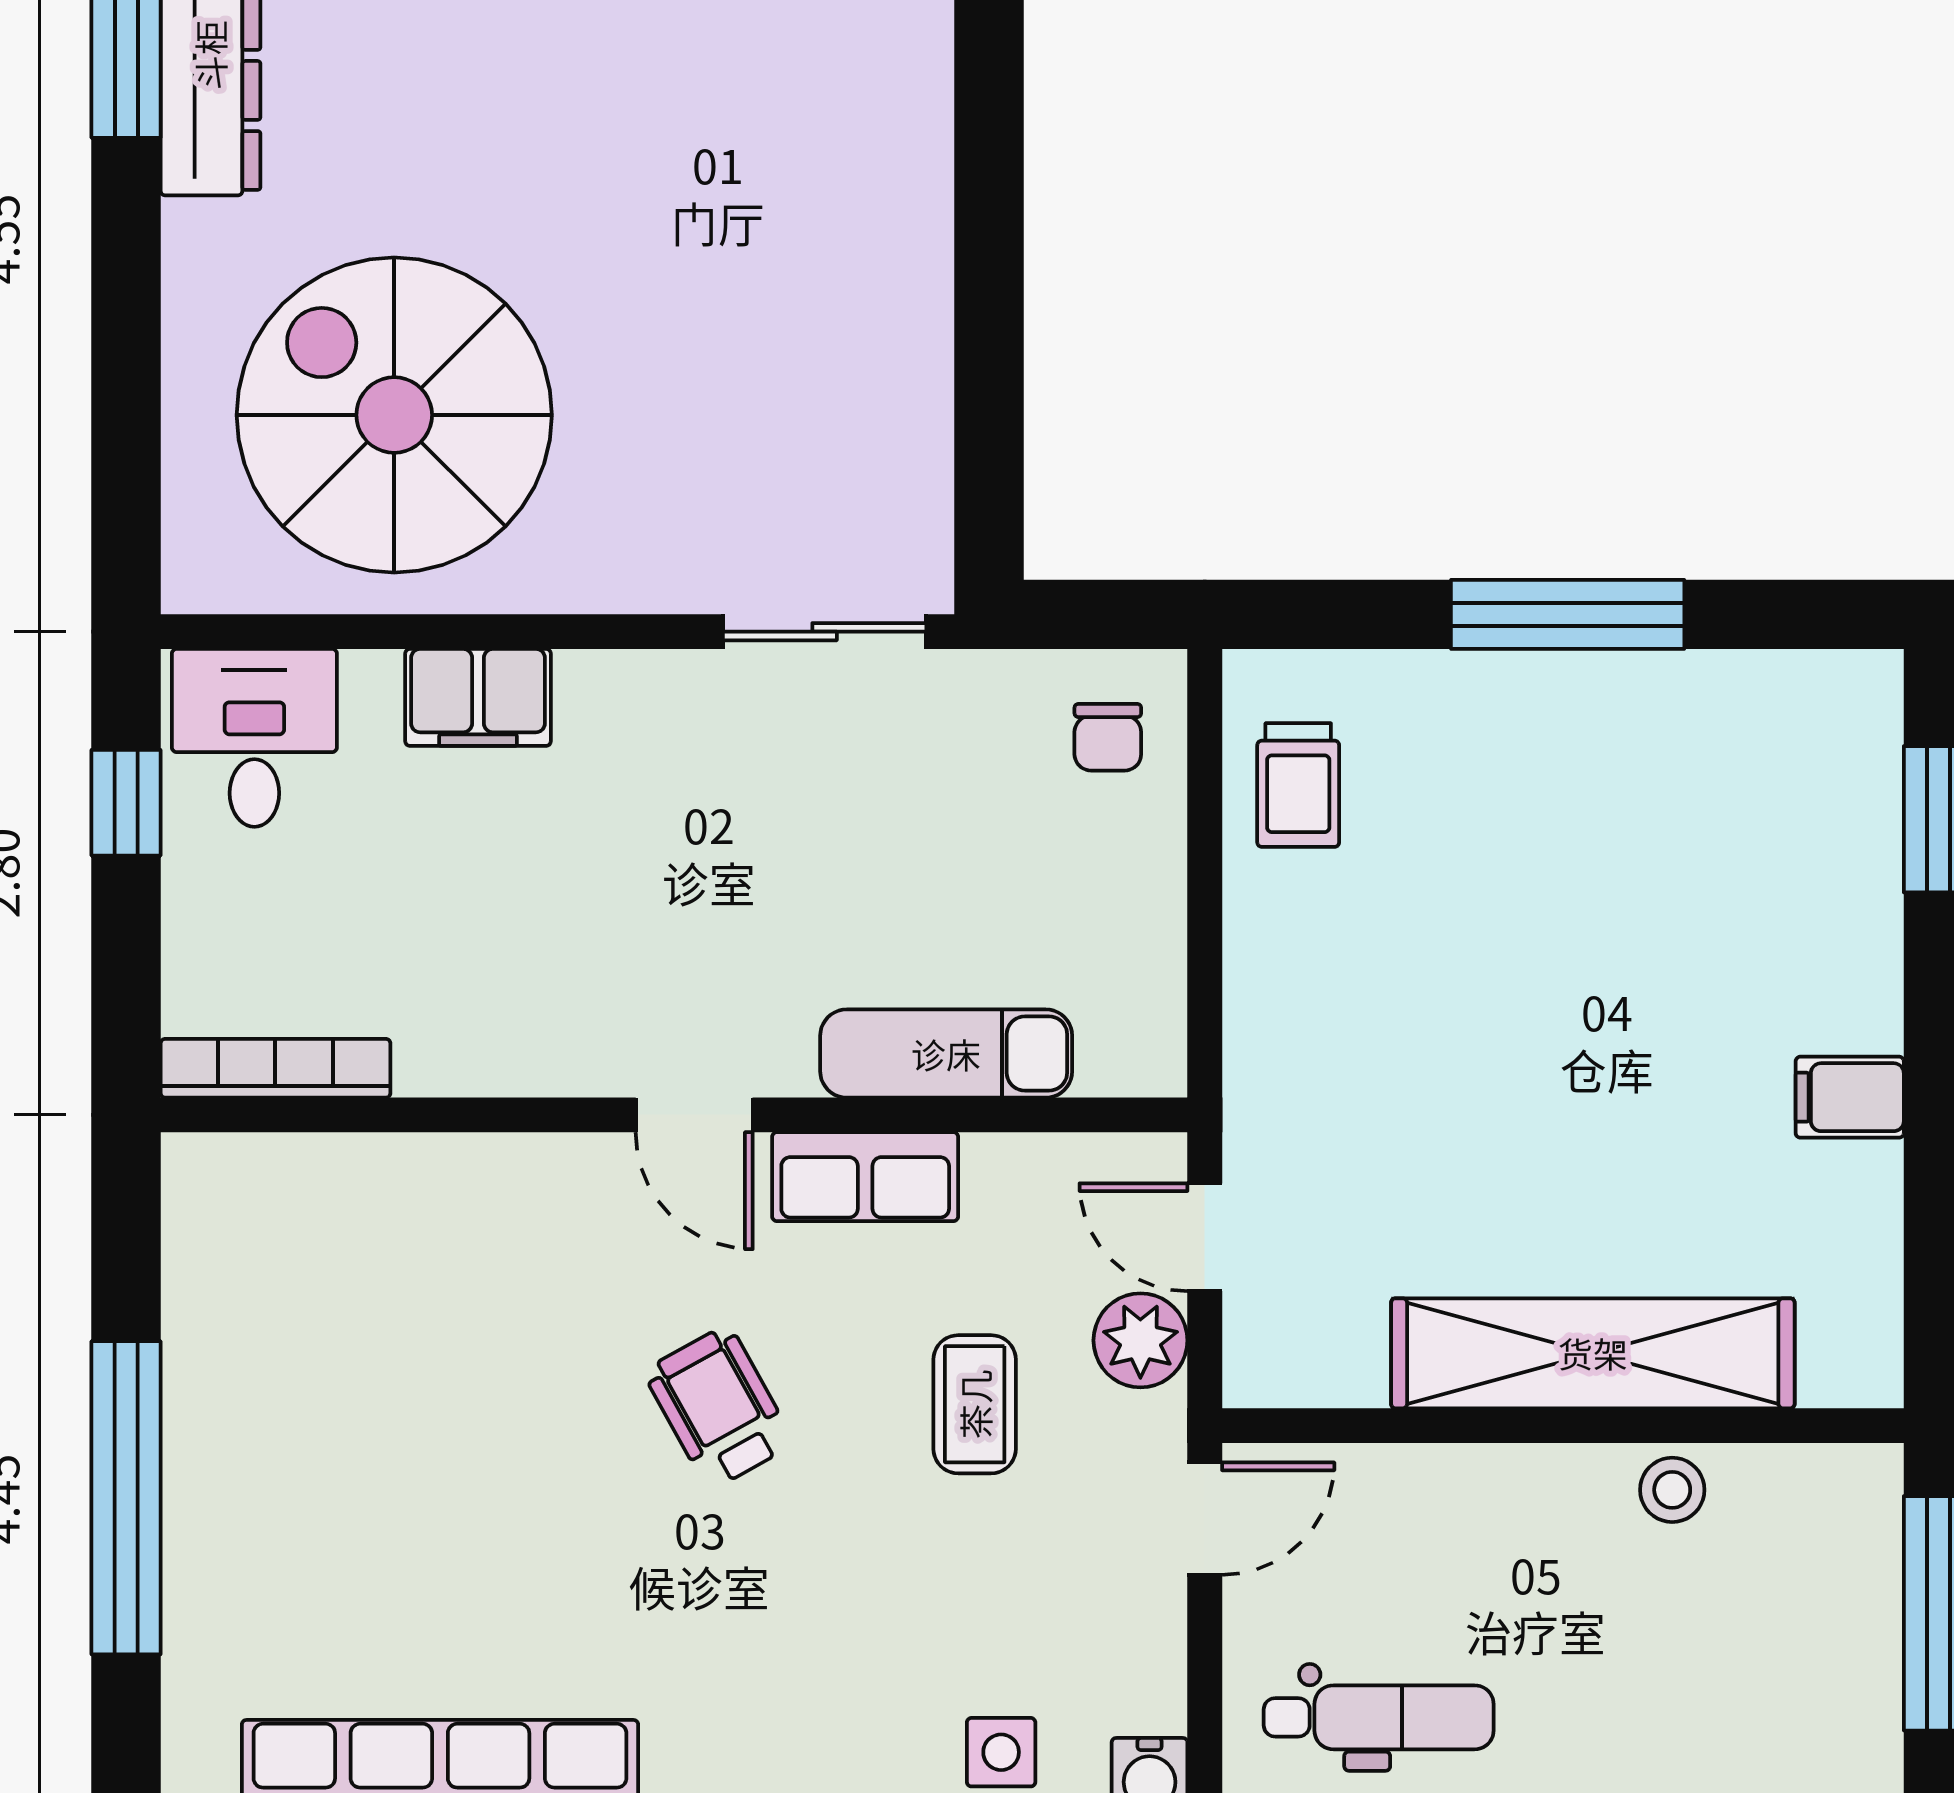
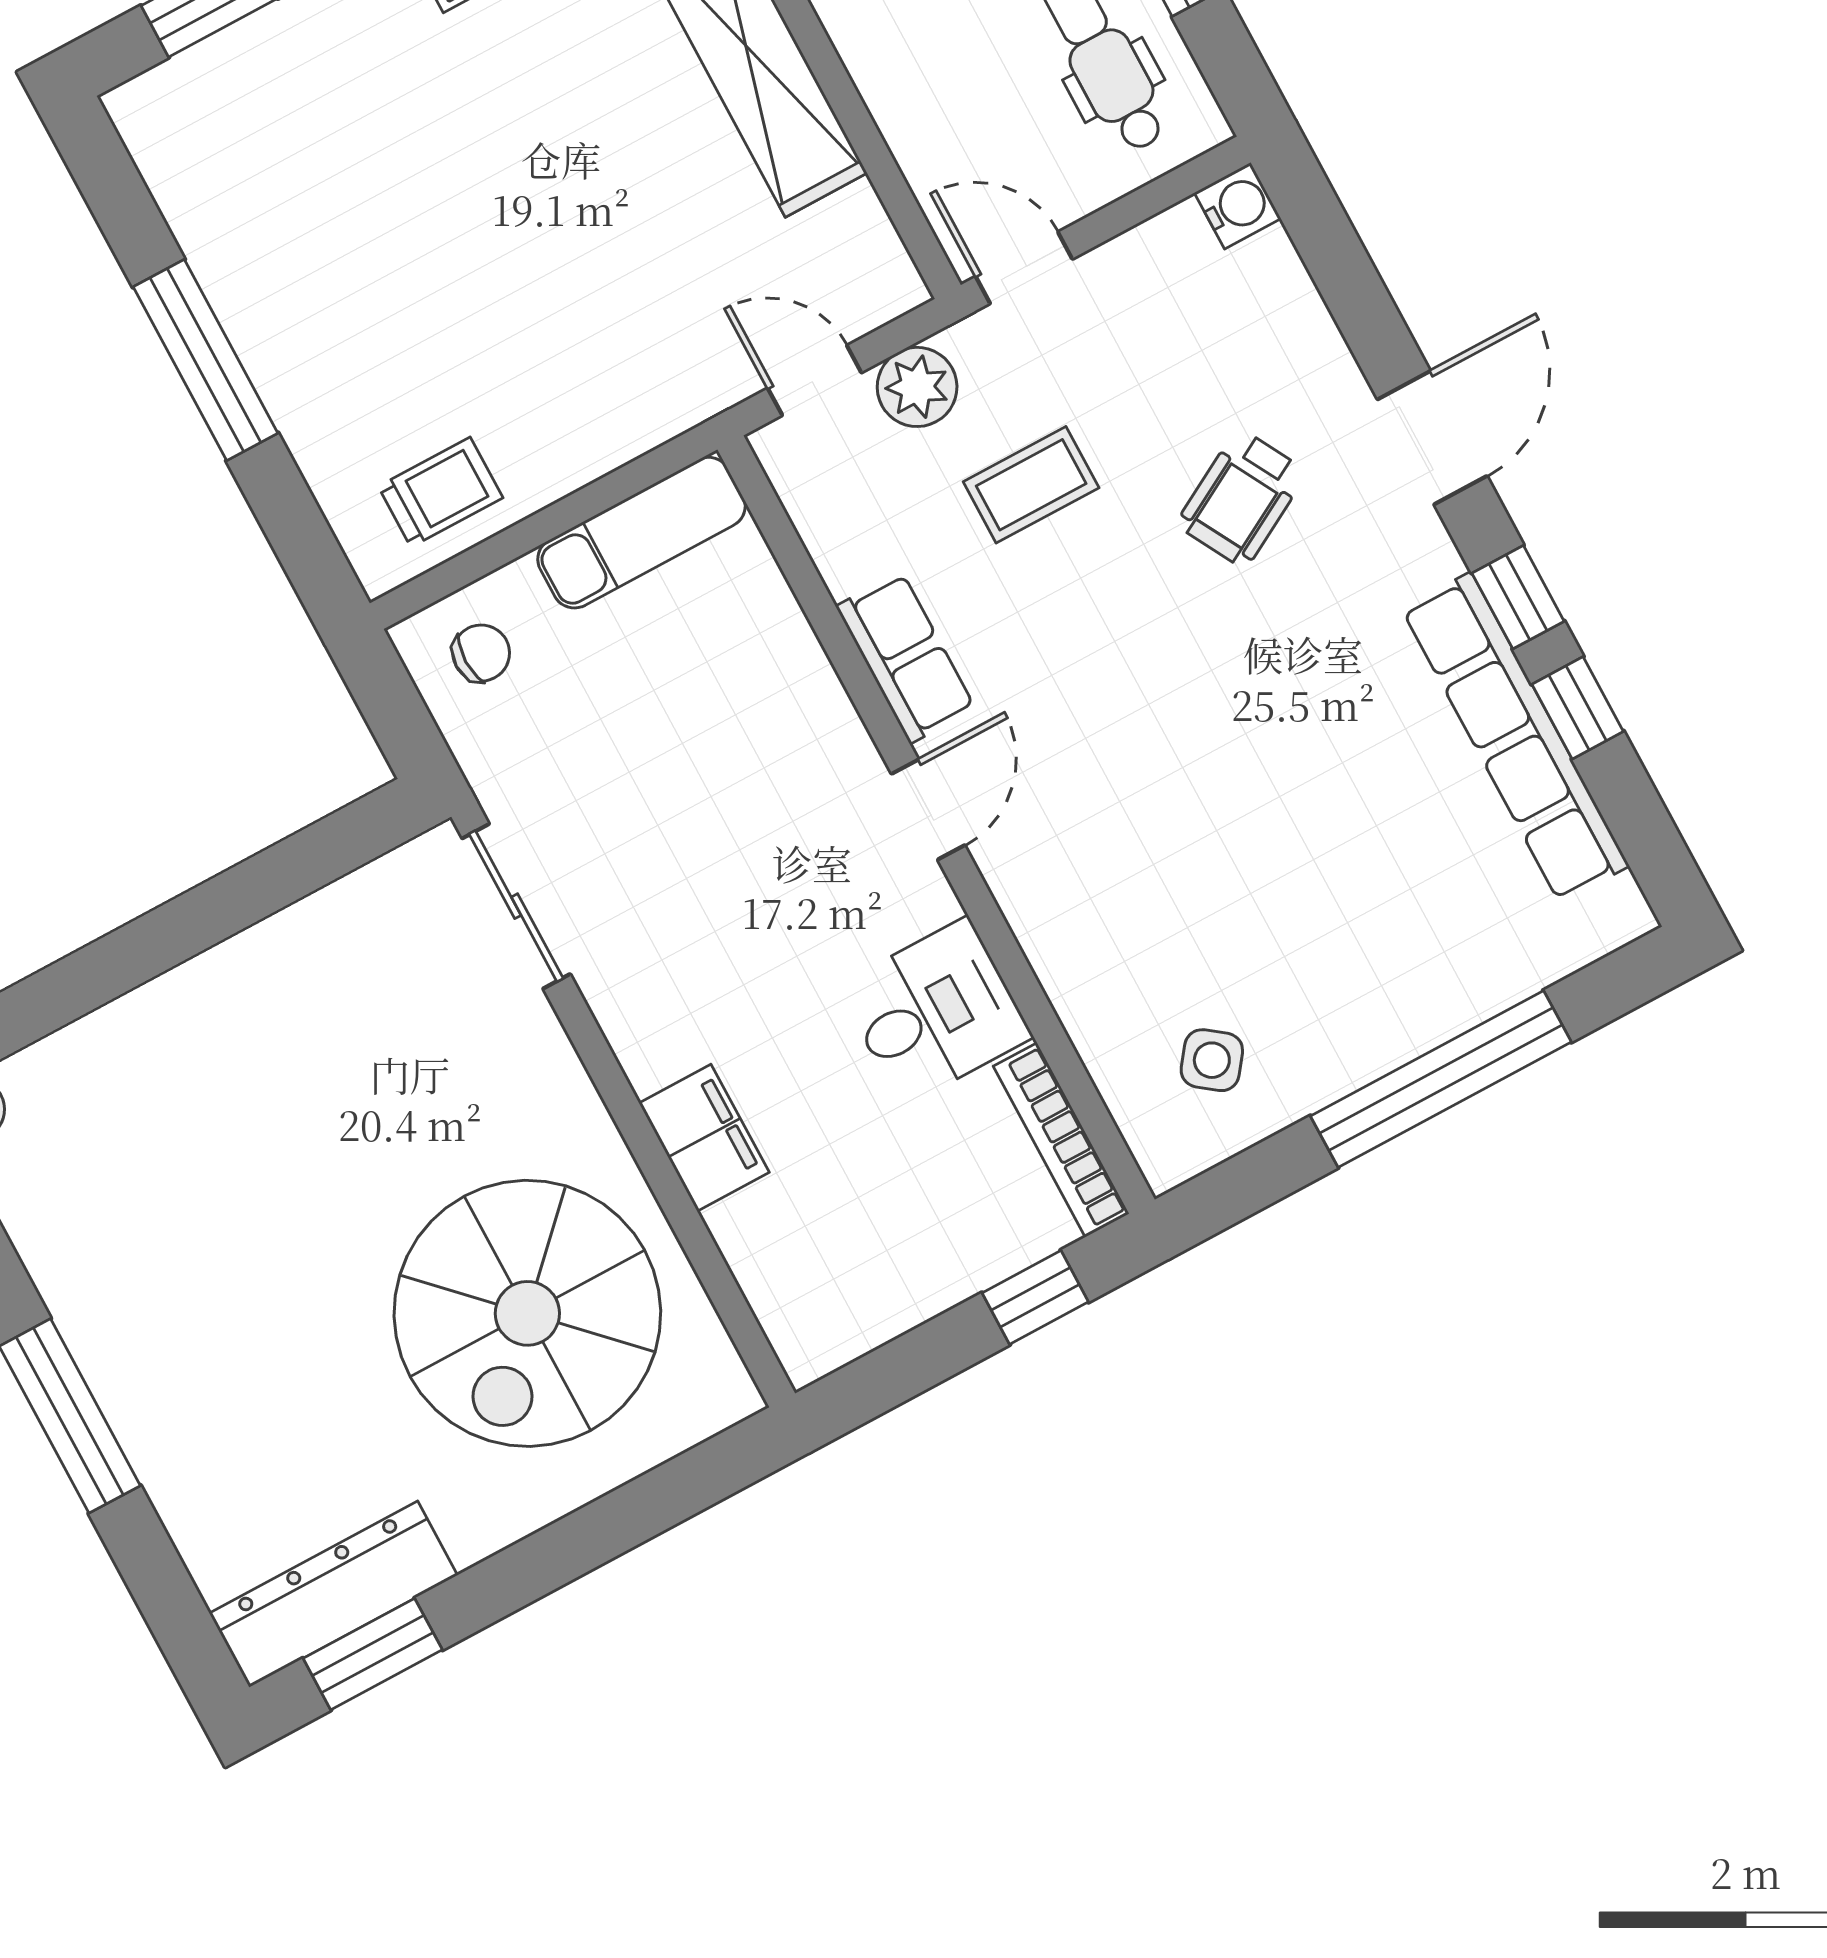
desk: (254, 738) -> (935, 1012), moved, turned 180
window: (126, 803) -> (1035, 1297), moved
exam couch: (946, 1054) -> (641, 533), moved, turned -90
door: (1205, 1237) -> (815, 380), swing flipped
wheelchair: (719, 1407) -> (1242, 498), moved
side table: (1001, 1752) -> (1212, 1060), moved, turned 37

